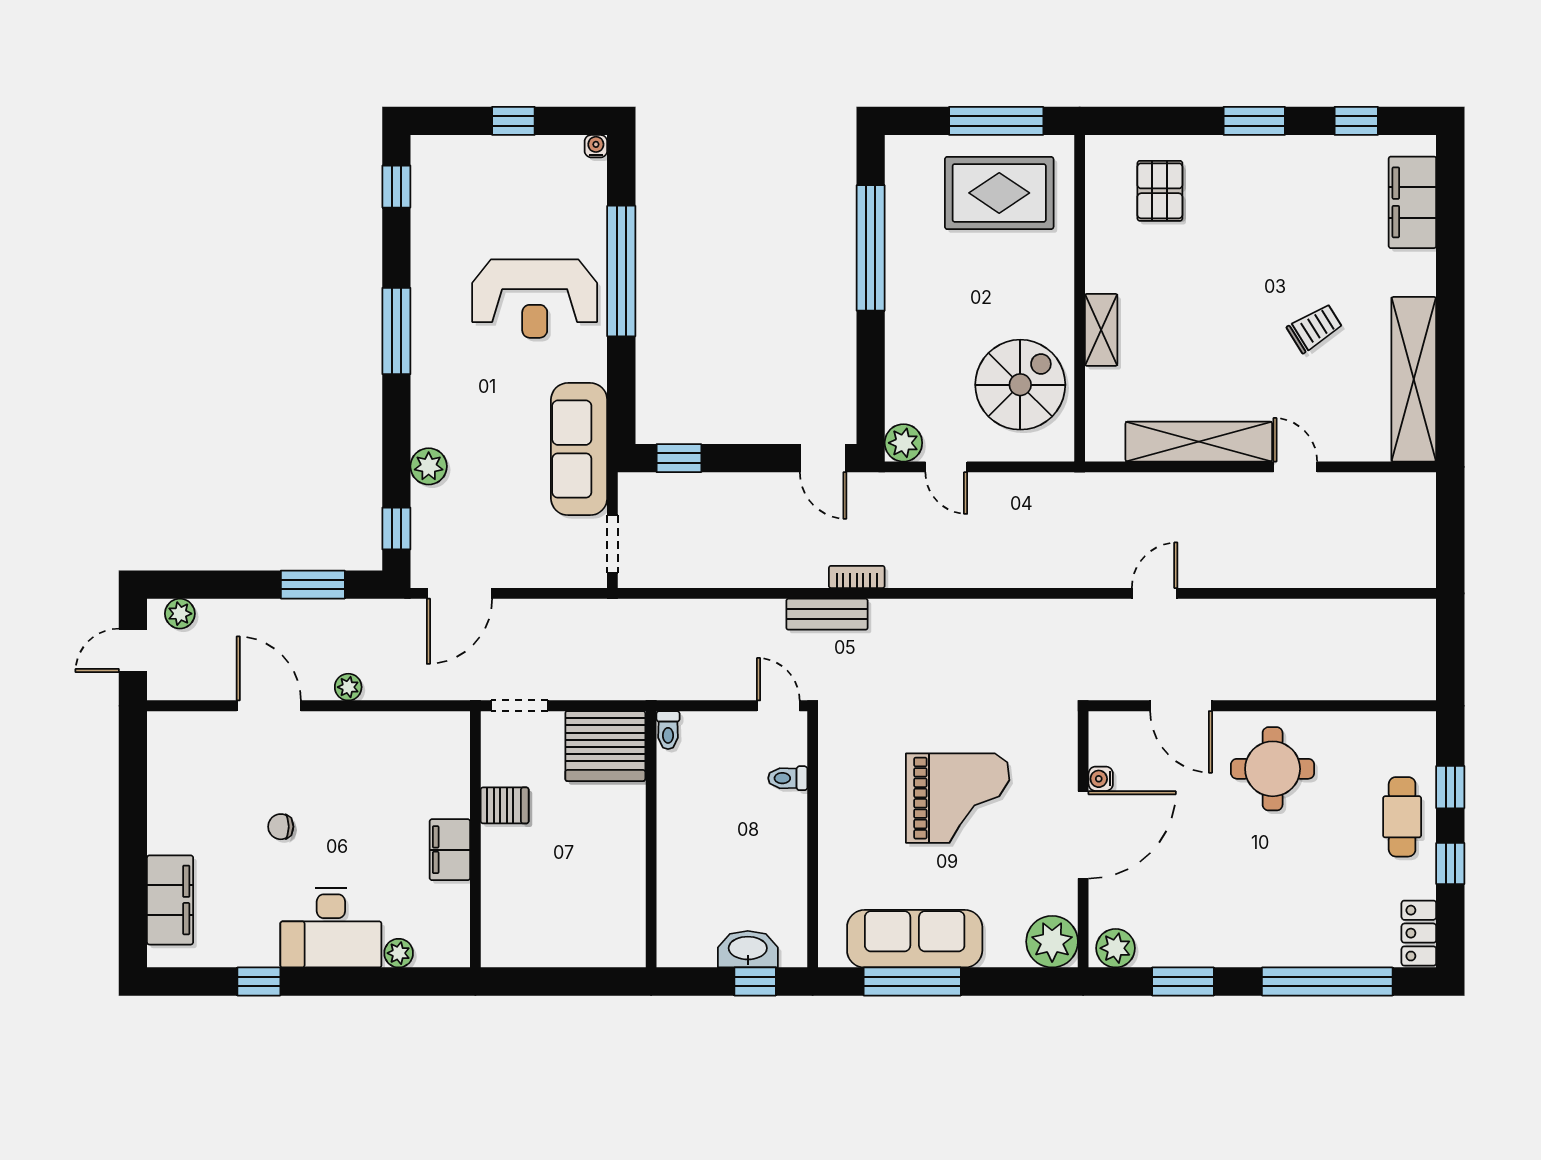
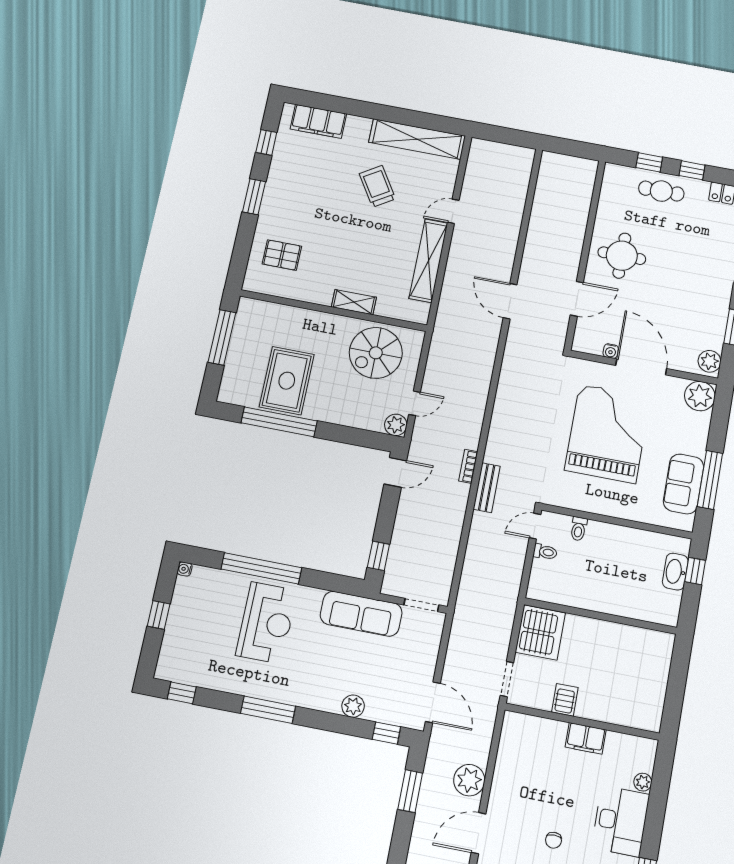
rug: (999, 193) -> (287, 381), moved
trolley: (1315, 328) -> (377, 186), width x1.36, depth x1.39
spiral stairs: (1020, 385) -> (376, 353), turned -90
door: (1155, 593) -> (510, 301), width x1.38
plant: (348, 687) -> (469, 780), width x1.87, depth x1.87
toilet: (668, 730) -> (545, 552), moved
grand piano: (958, 798) -> (608, 433), width x1.37, depth x1.48
sofa: (915, 939) -> (683, 484), width x0.73

